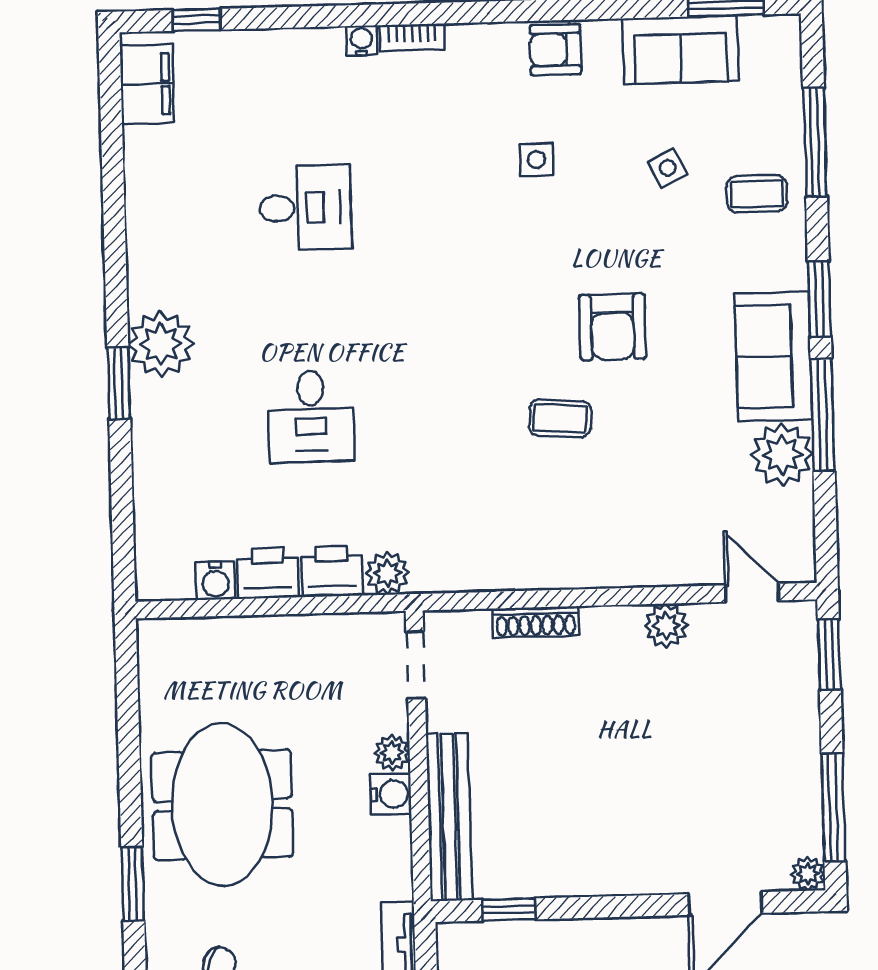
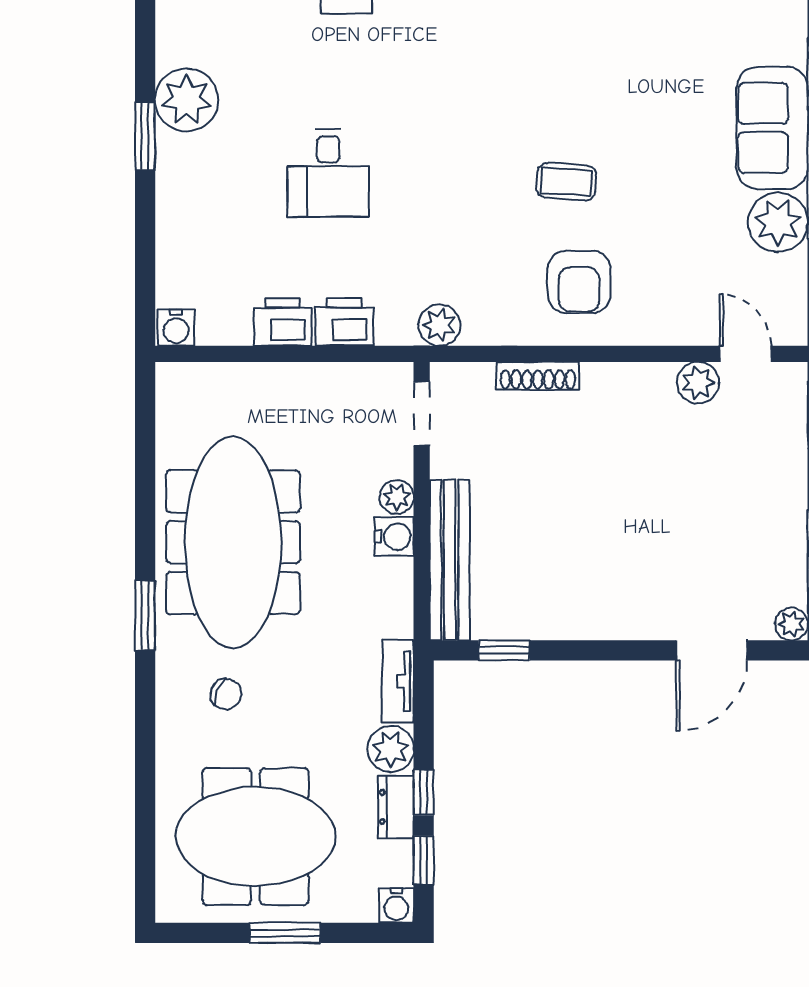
armchair: (613, 327) -> (579, 282), moved
plant: (387, 573) -> (439, 325), moved
water cooler: (216, 581) -> (176, 328), moved
plant: (666, 626) -> (698, 383), moved
meeting table: (222, 805) -> (233, 542), width x1.36

